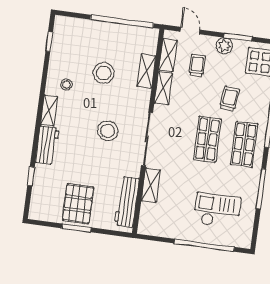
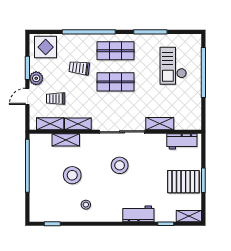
door: (190, 31) -> (27, 96), moved
shelving: (49, 110) -> (189, 216), moved
workbench: (127, 202) -> (182, 141), width x0.73

